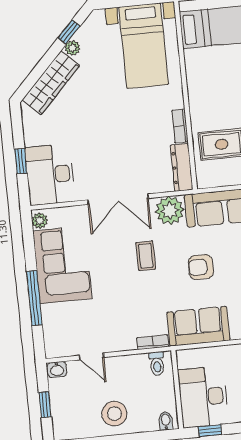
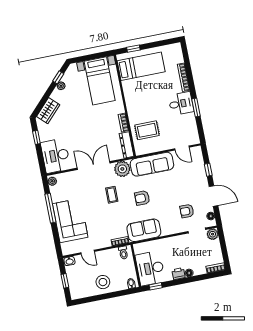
wardrobe: (51, 83) -> (48, 111), width x0.67
window: (21, 161) -> (36, 137), moved
double door: (118, 199) -> (94, 165), swing flipped
corner sofa: (62, 265) -> (70, 220), moved
window: (34, 298) -> (50, 208), moved

